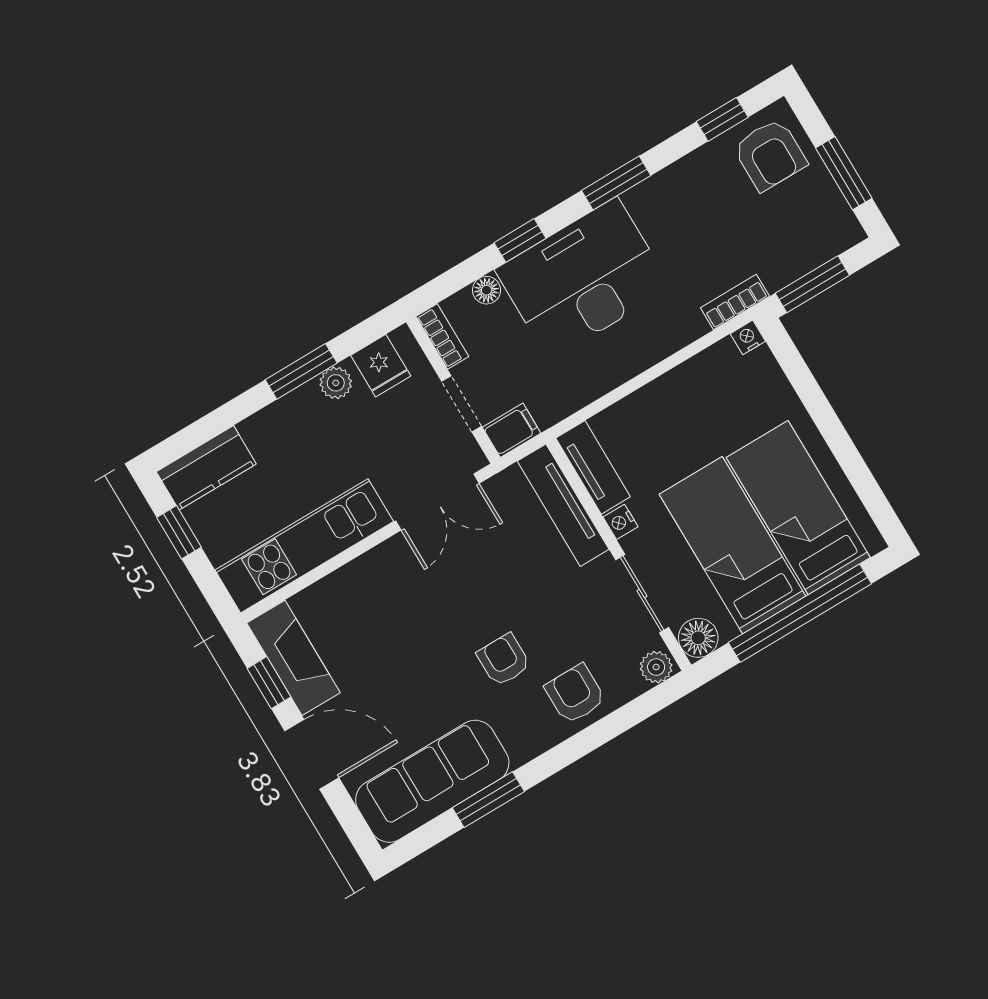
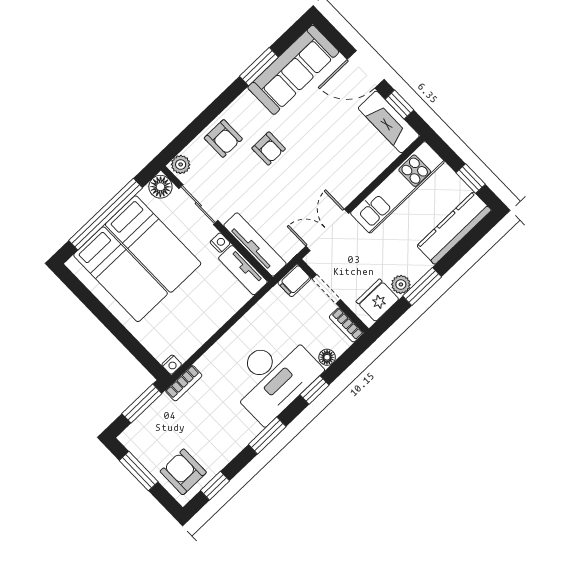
fridge: (381, 366) -> (377, 300), width x1.38
kitchen counter: (206, 468) -> (454, 228), width x1.50

